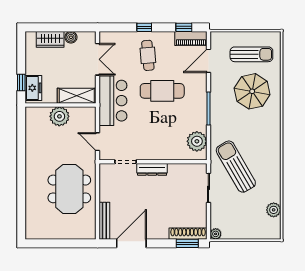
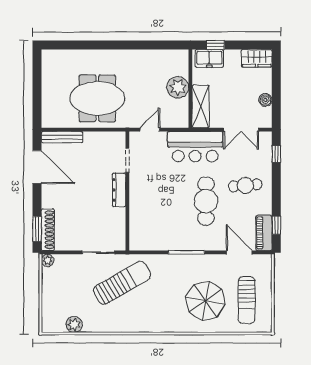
window: (144, 27) -> (276, 154), moved
wardrobe: (50, 39) -> (257, 58), moved, turned -90
plant: (197, 141) -> (150, 240), removed

